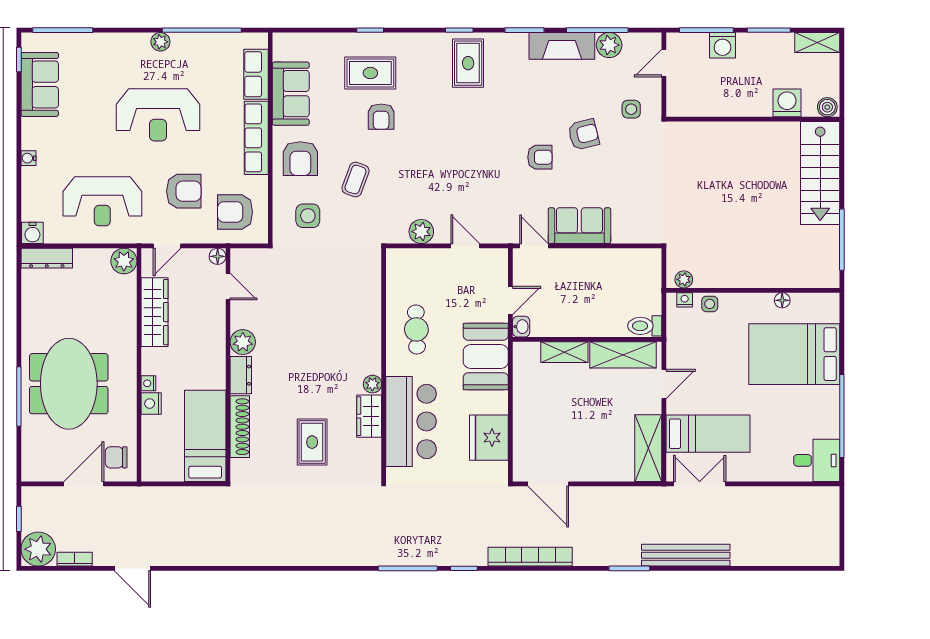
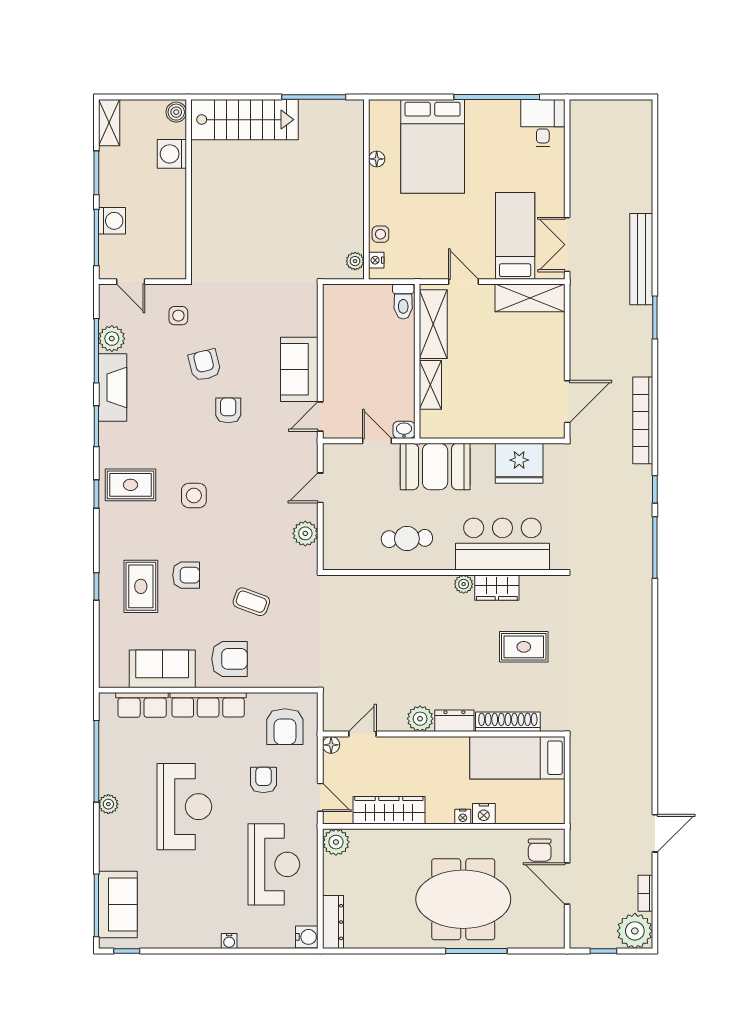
sofa: (40, 84) -> (118, 905), moved, turned 90
armchair: (184, 191) -> (263, 780), width x0.72, depth x0.72
side table: (308, 216) -> (194, 496), moved

